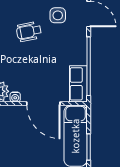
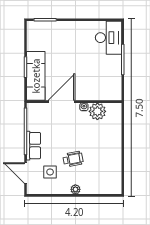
row of seats: (78, 84) -> (34, 146), moved
door: (43, 104) -> (61, 102), hinge flipped

